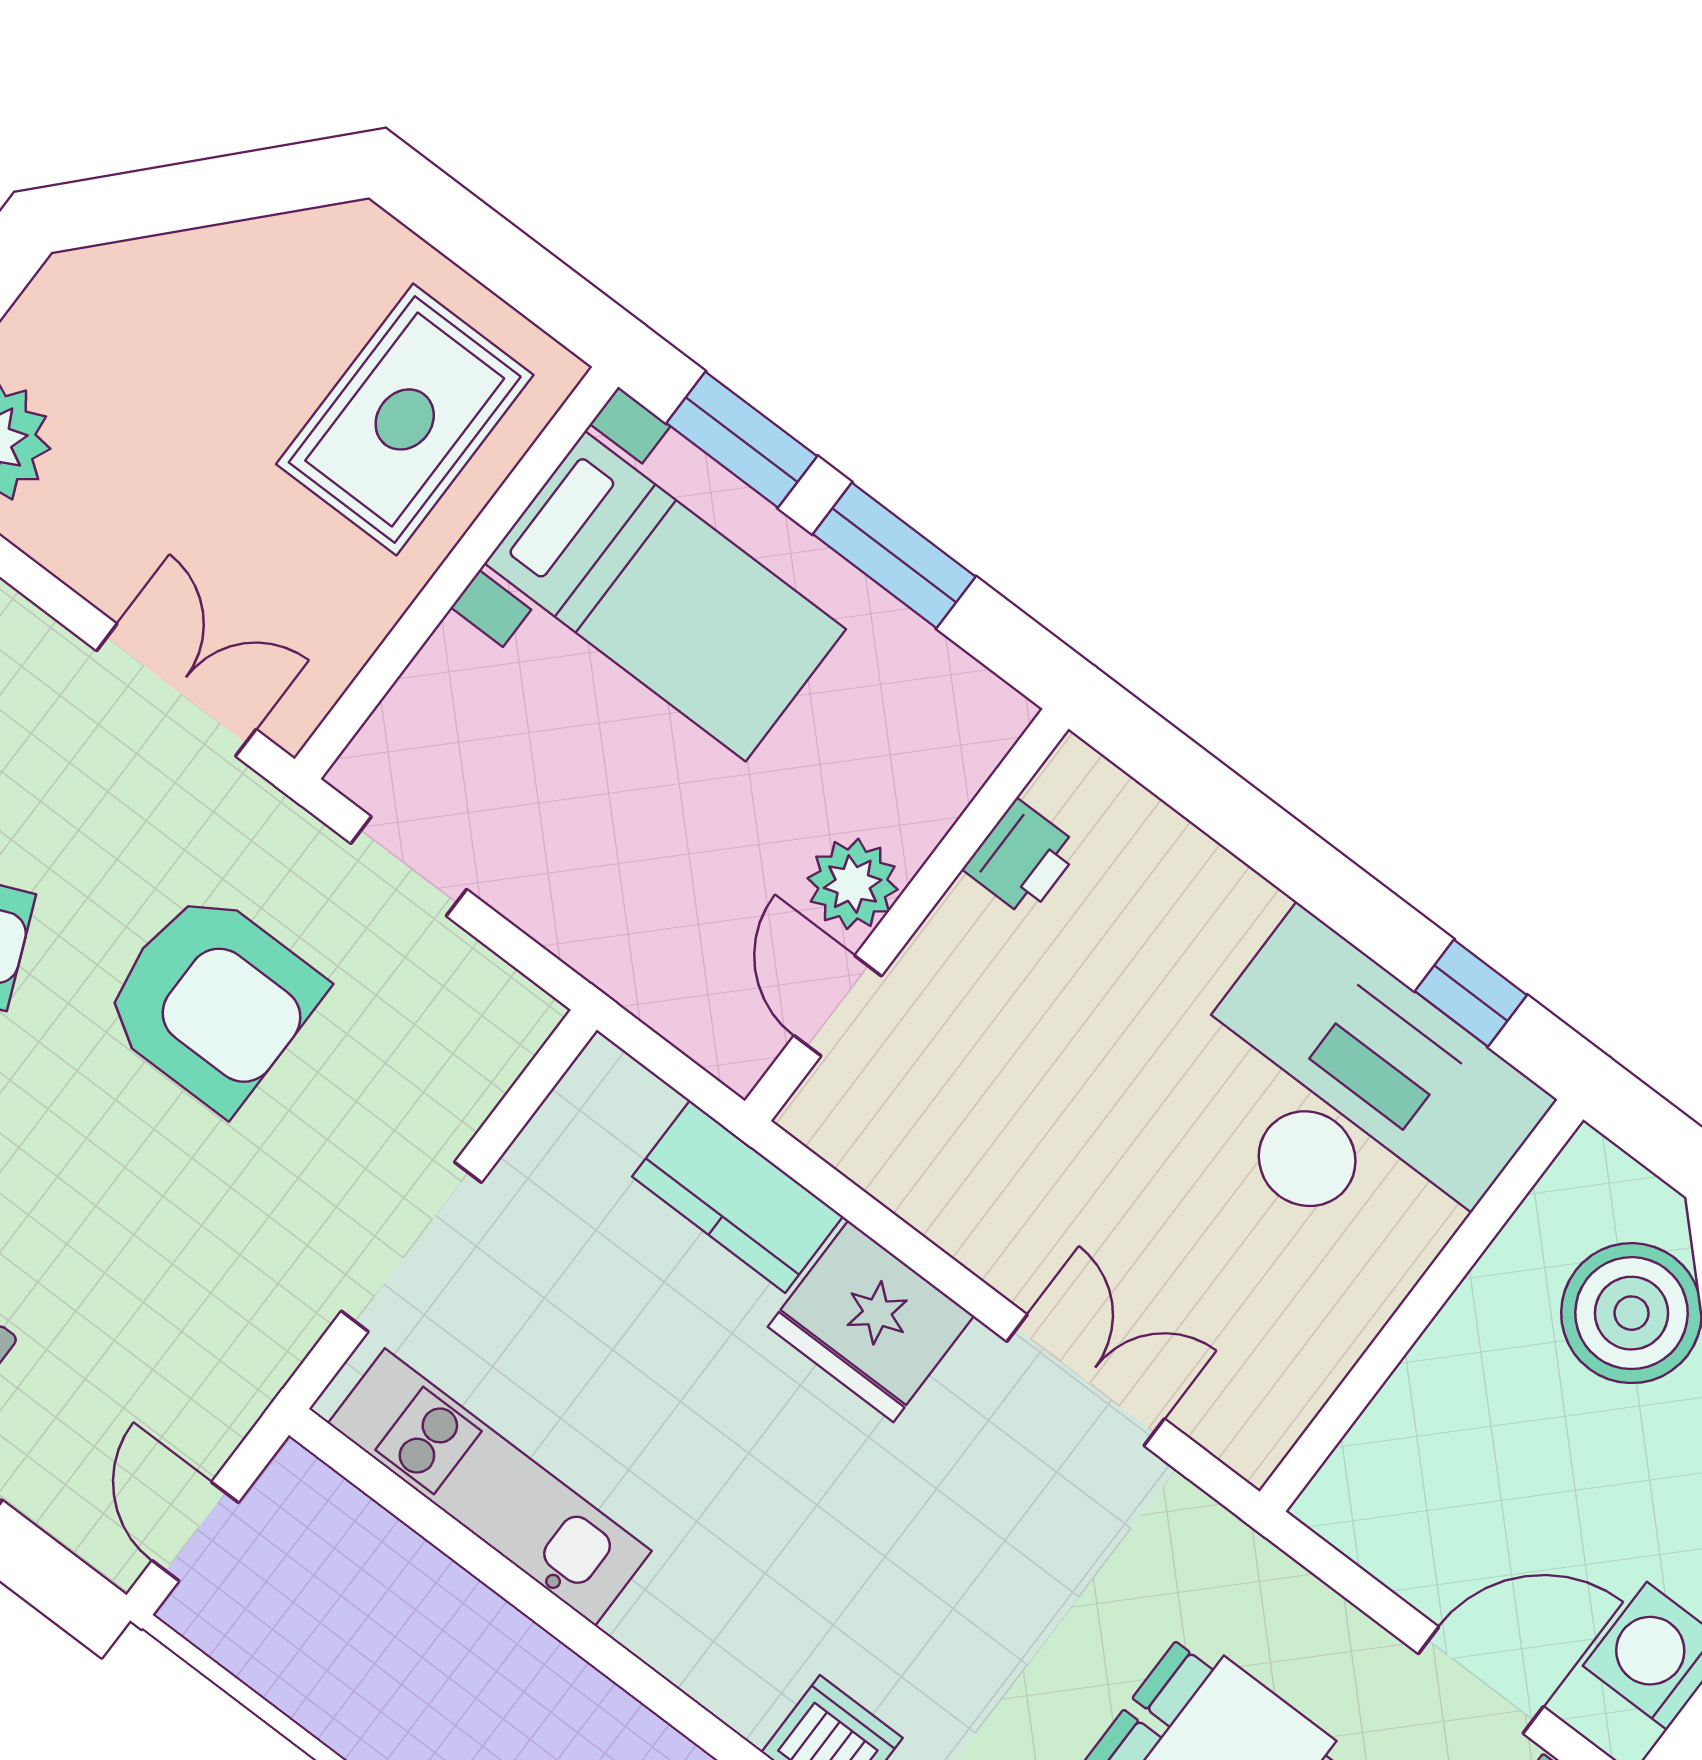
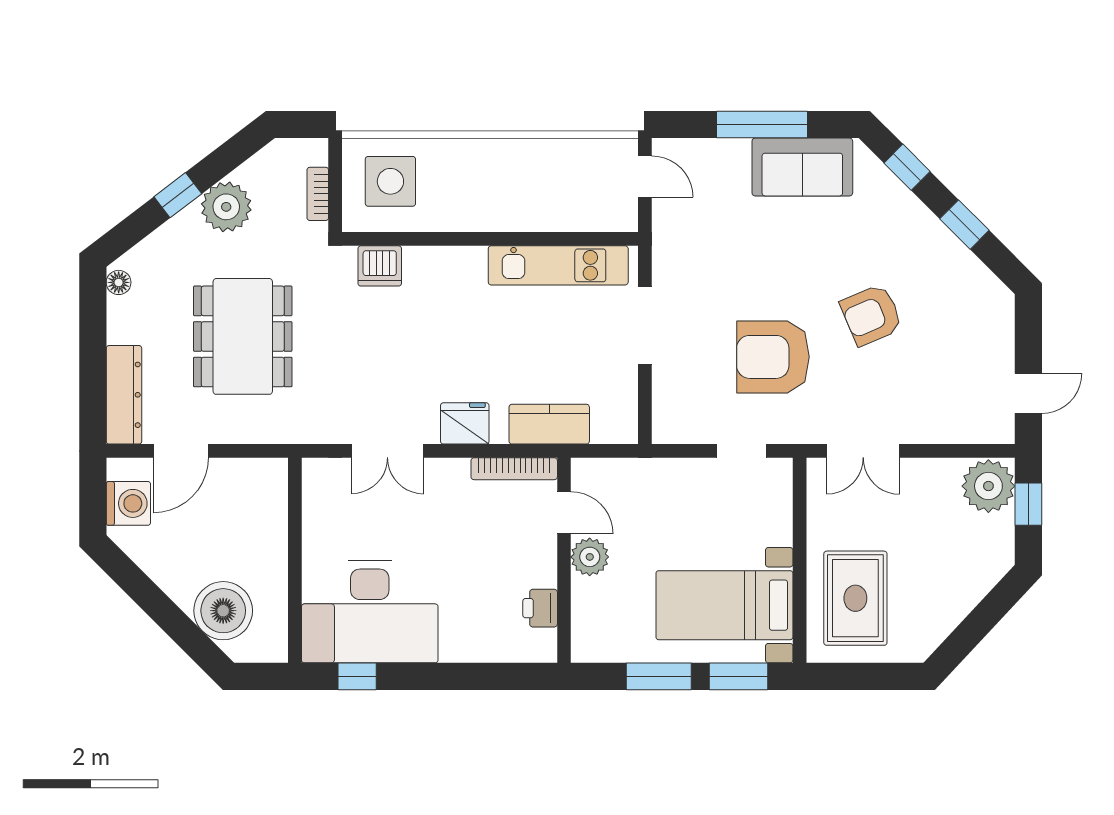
bookcase: (869, 1162) -> (514, 469), added
fridge: (871, 1321) -> (465, 423), width x0.73, depth x0.75

